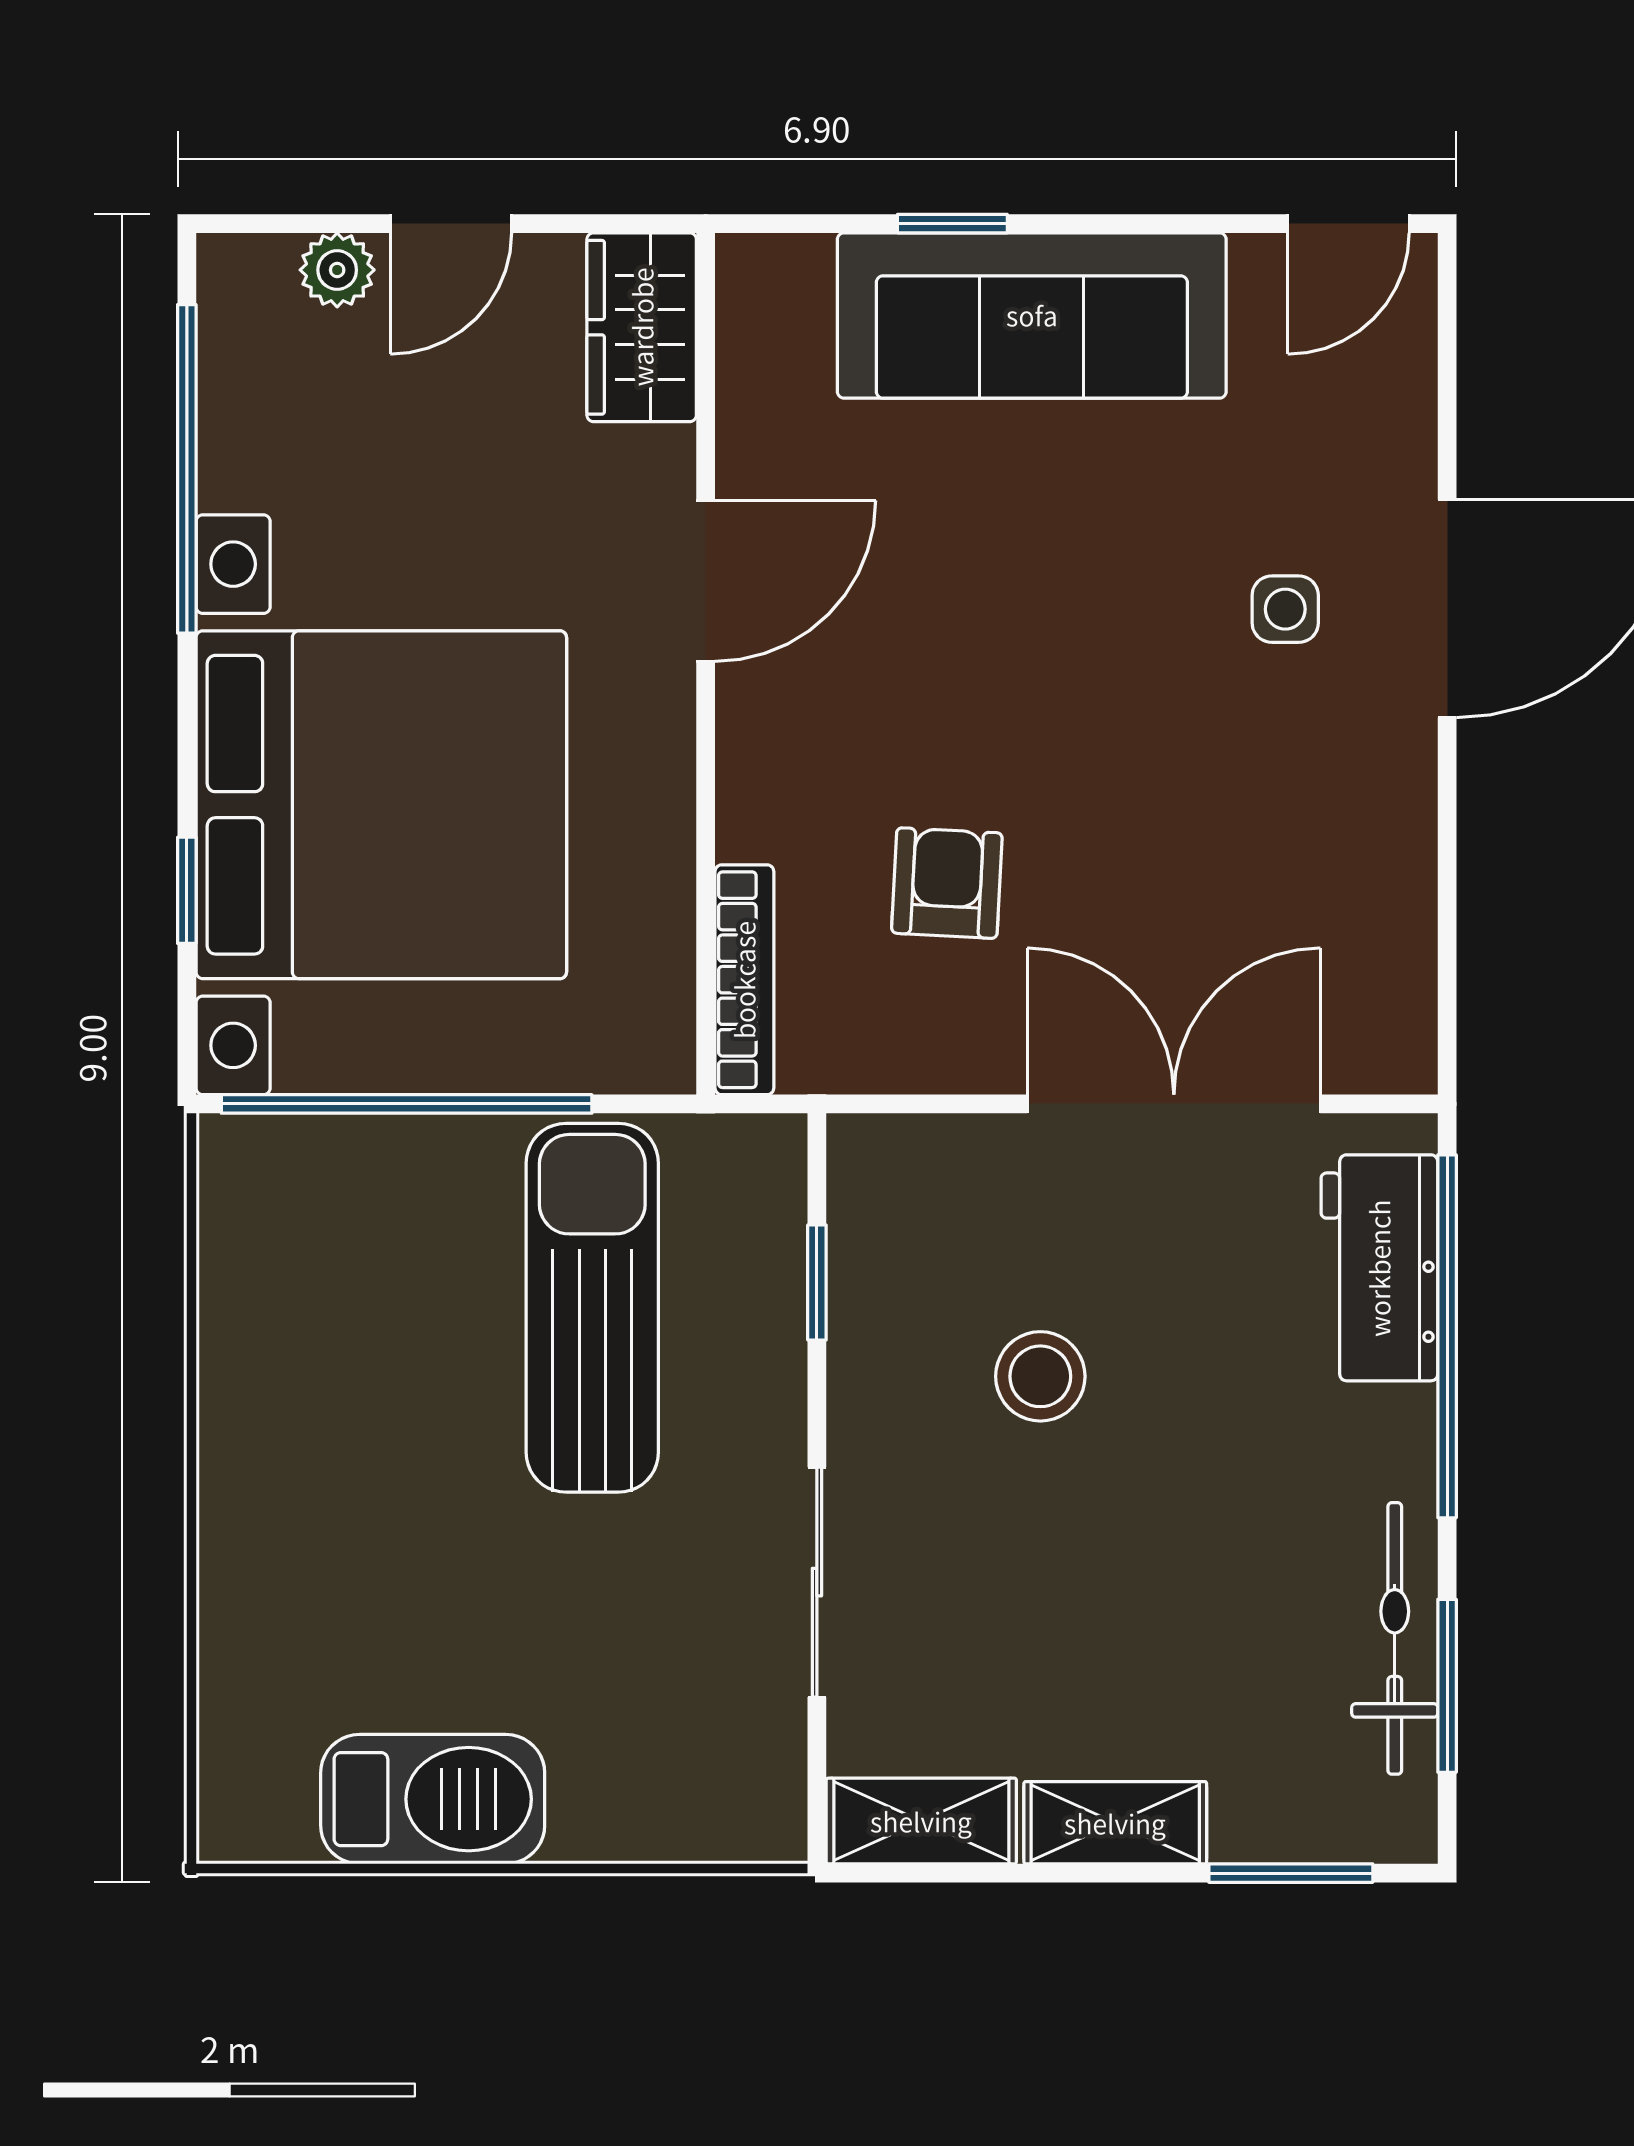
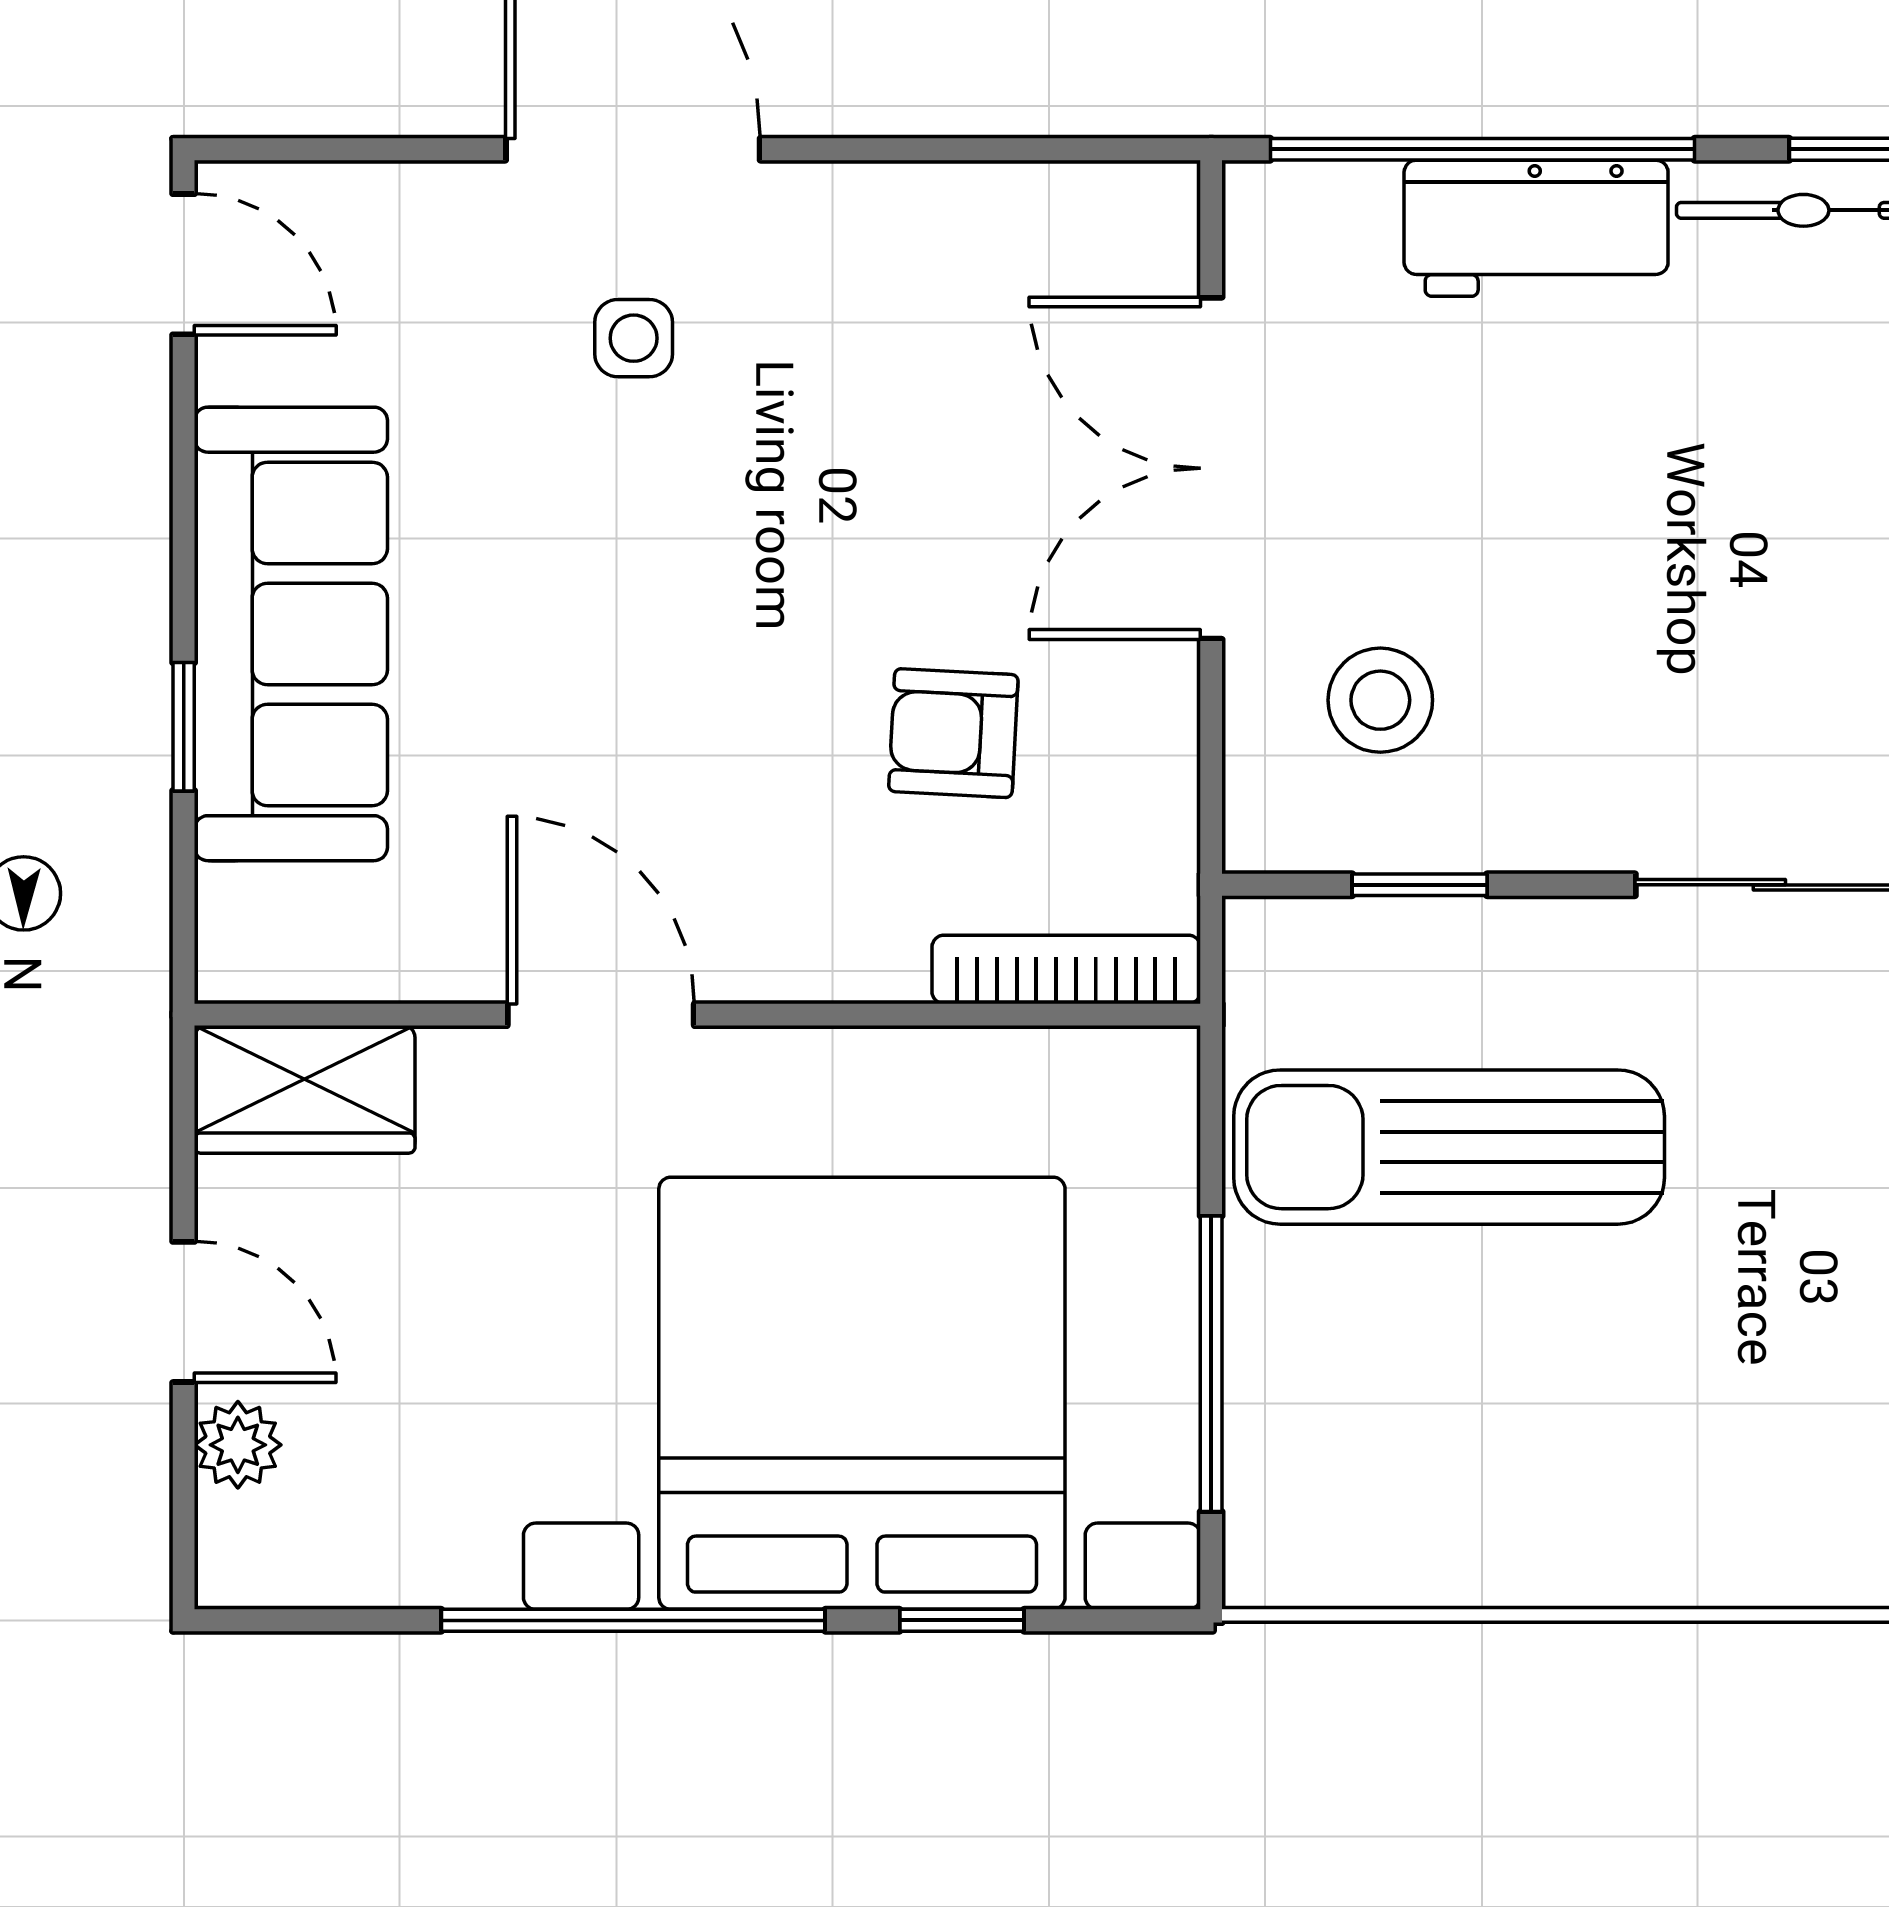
window: (187, 469) -> (633, 1620), moved
window: (407, 1104) -> (1211, 1364), width x0.68
workbench: (1379, 1268) -> (1536, 228), moved
stool: (1040, 1376) -> (1380, 700), moved

